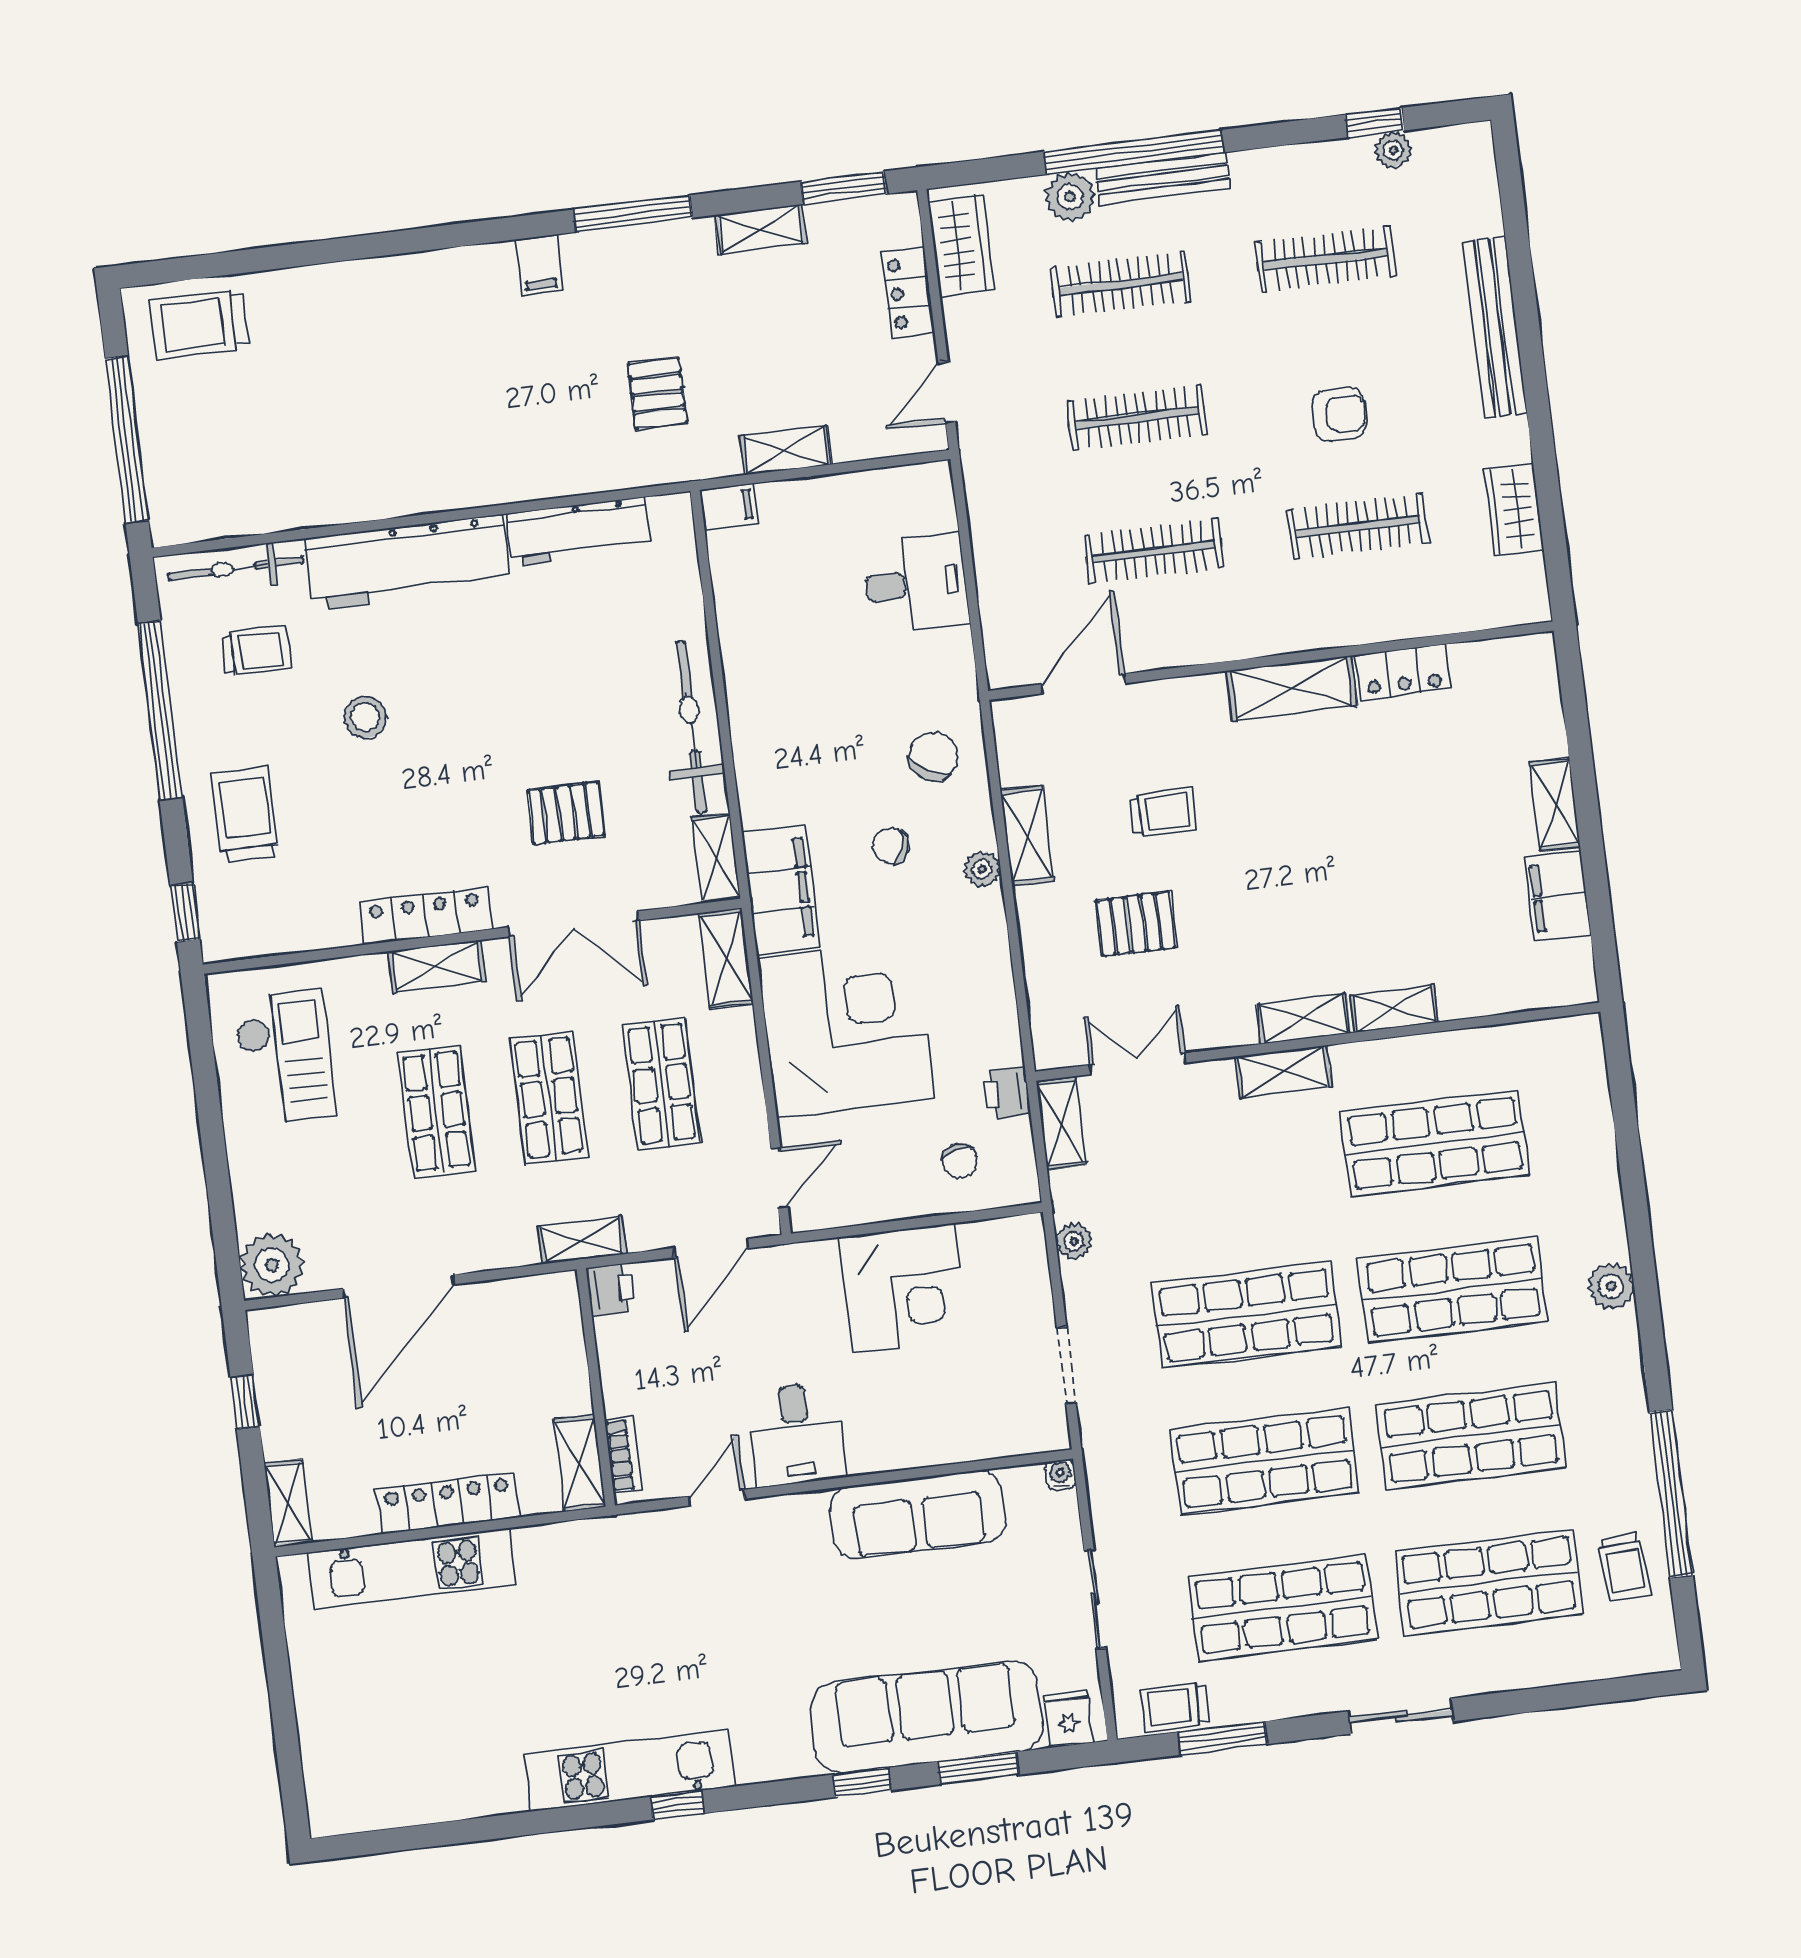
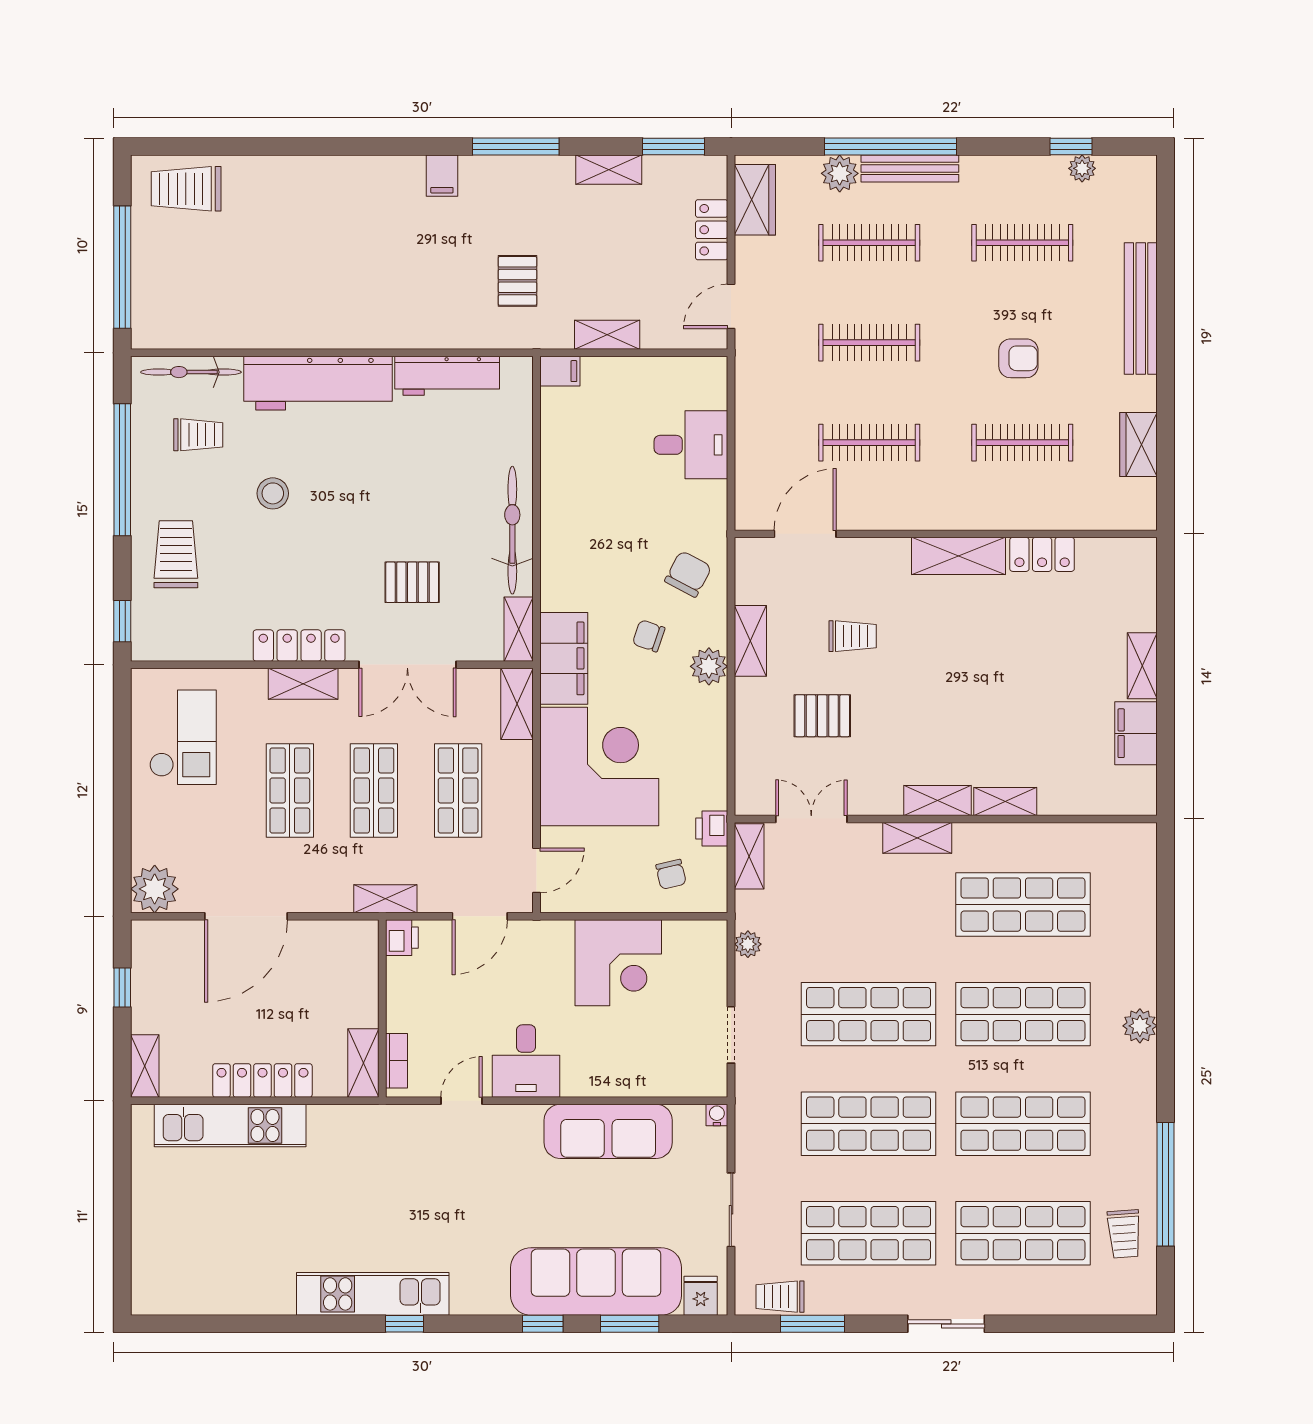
plant: (982, 869) -> (709, 666), width x1.38, depth x1.38

